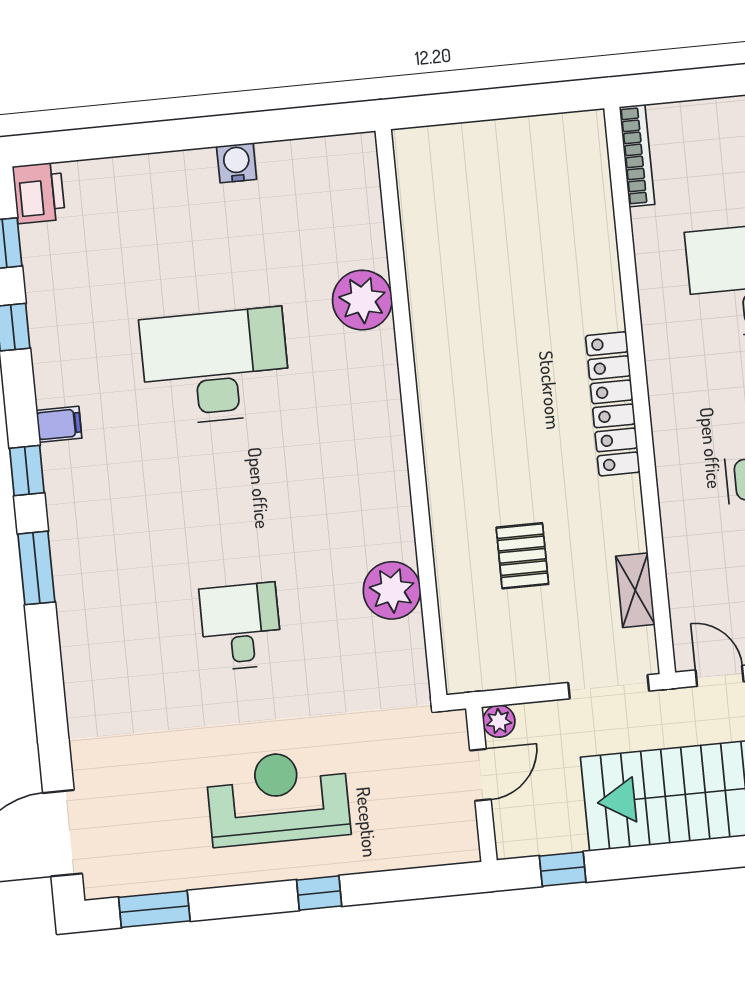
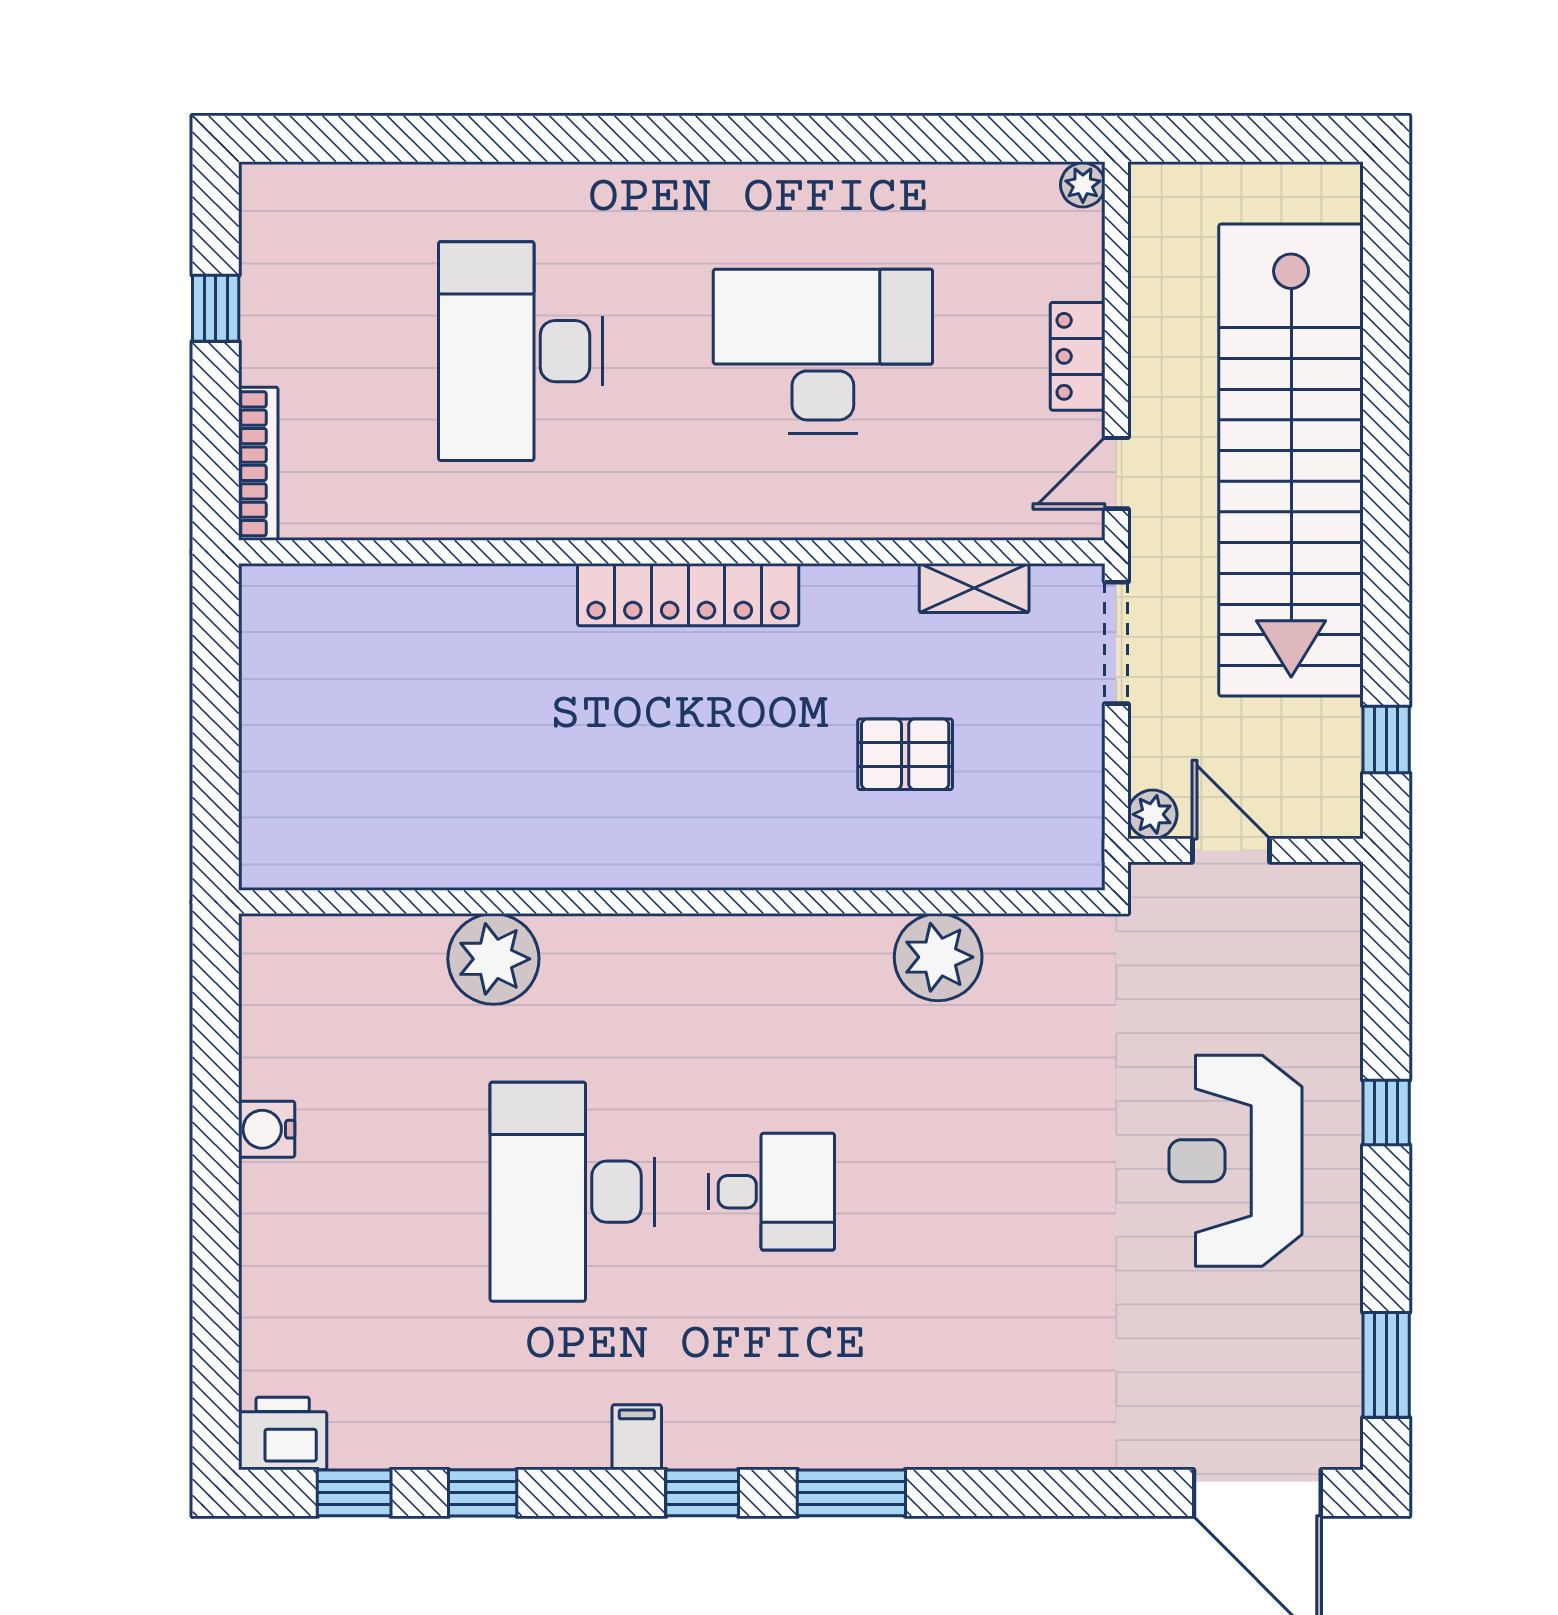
bookcase: (637, 156) -> (258, 464), moved, turned 90
desk: (241, 626) -> (771, 1192), moved, turned 180

